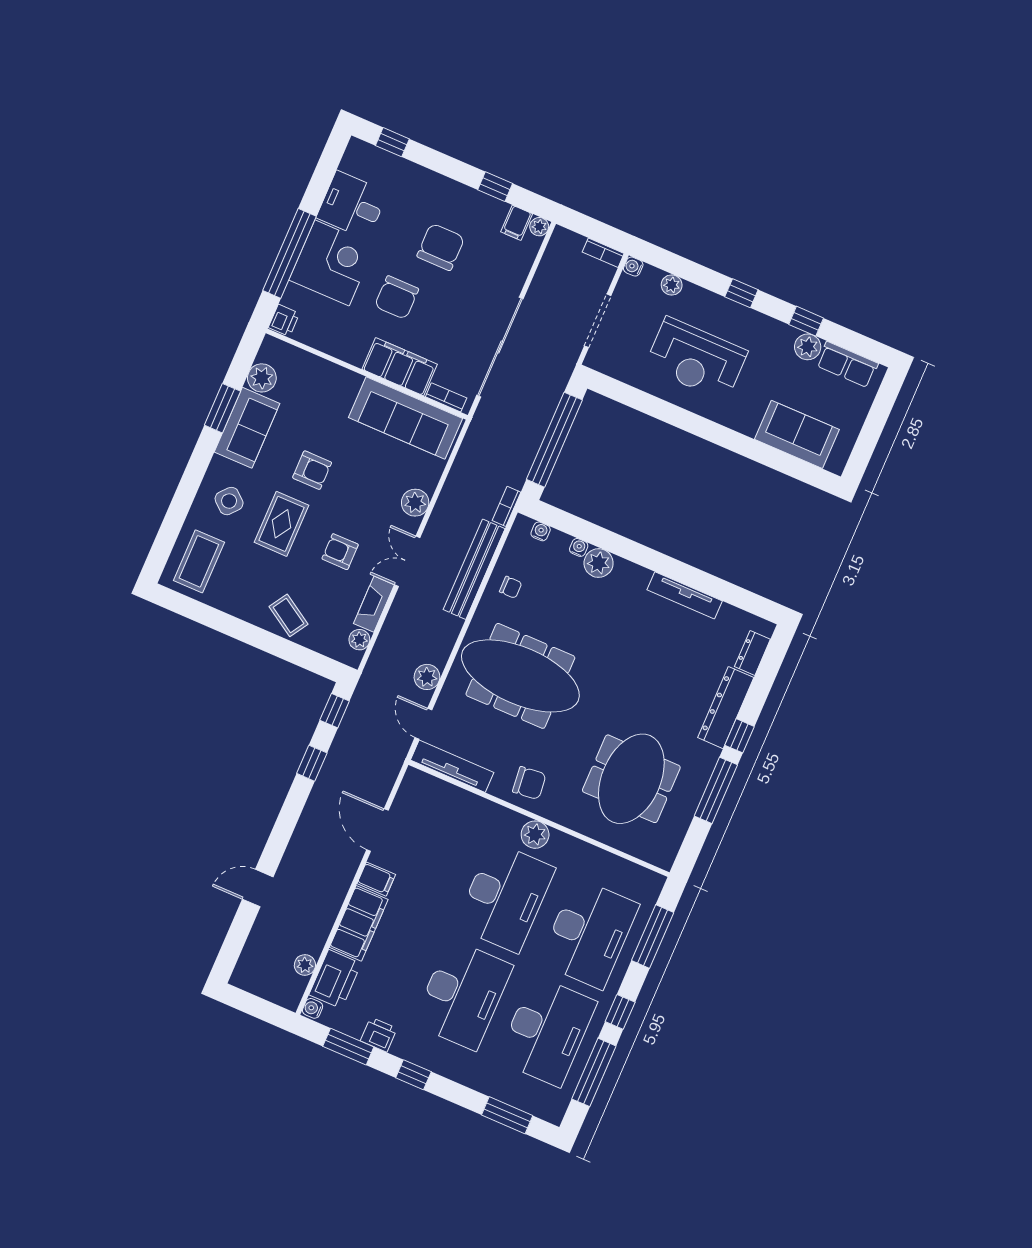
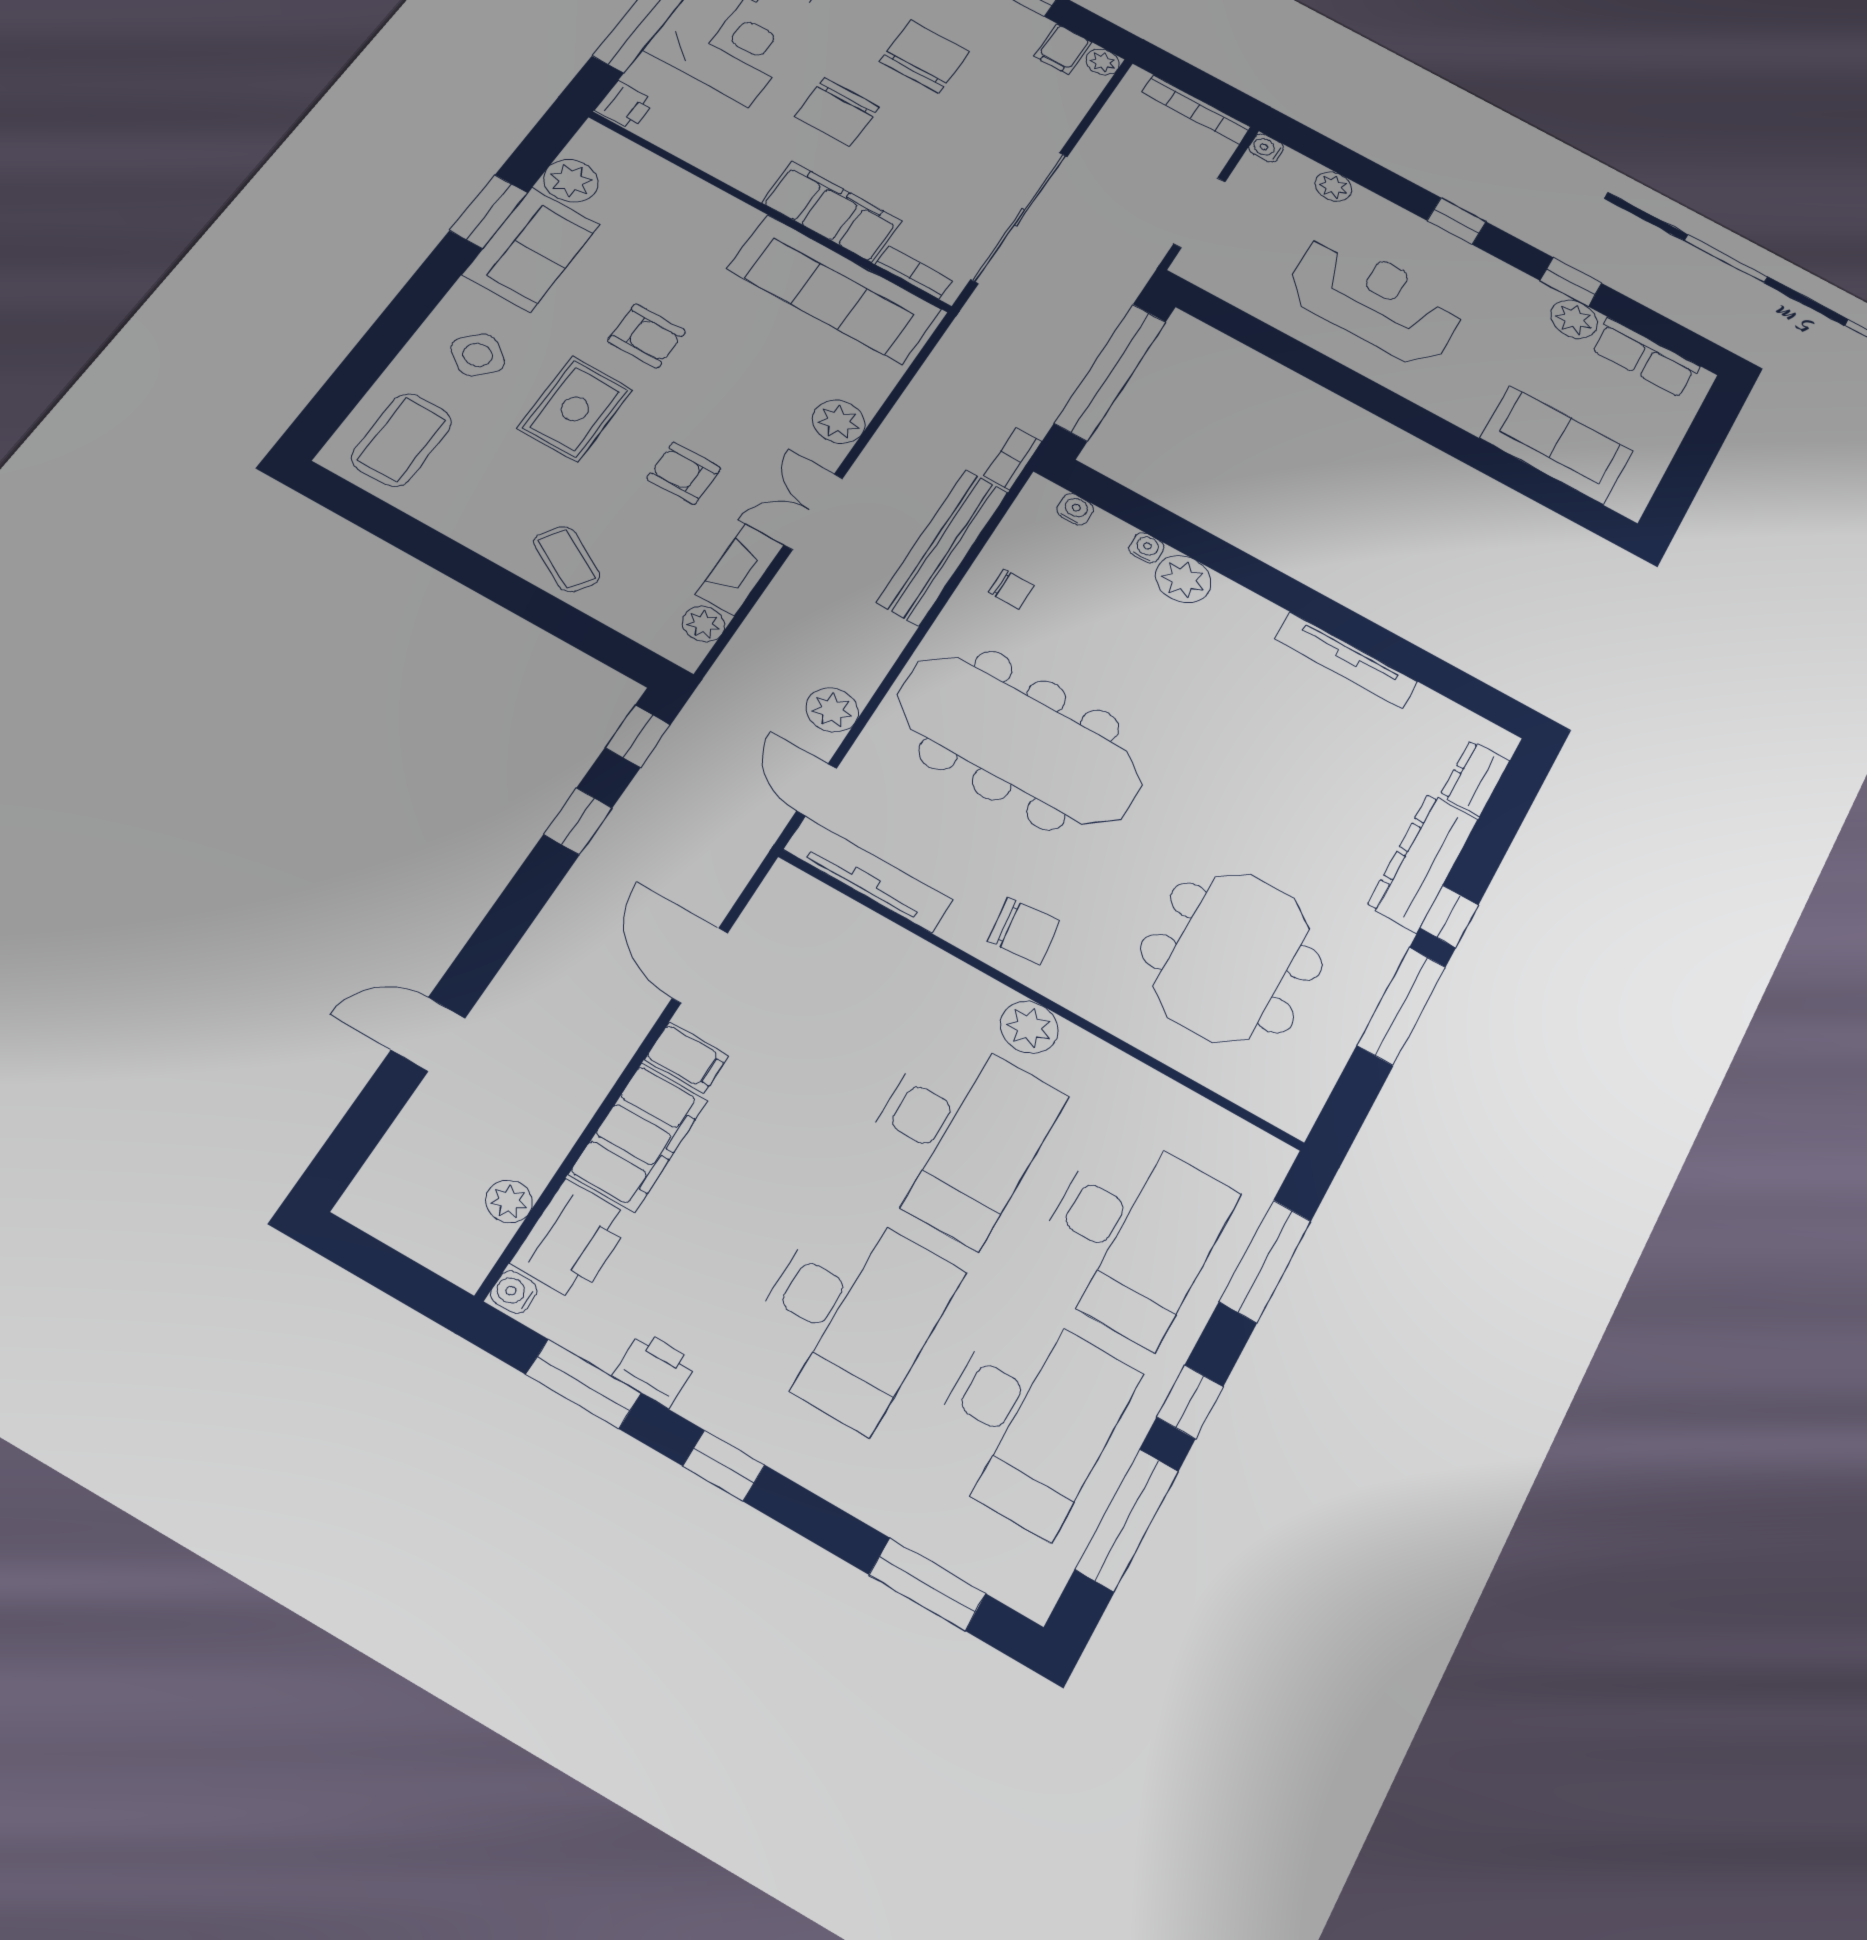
bookcase: (603, 253) -> (1196, 110), width x1.56
reception desk: (696, 359) -> (1375, 300), turned 180

